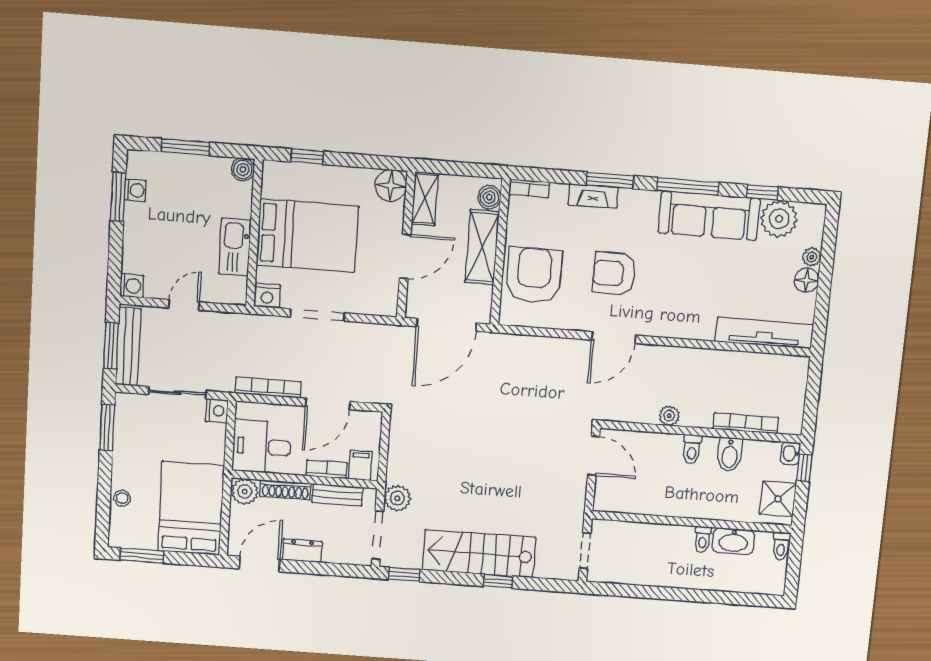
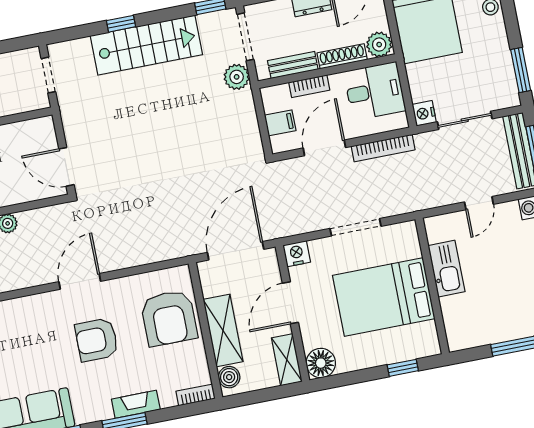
boiler: (243, 169) -> (457, 340), removed
armchair: (614, 273) -> (97, 340), turned 180
nightstand: (267, 296) -> (297, 254), moved
filing cabinet: (360, 465) -> (280, 123), moved, turned -90

